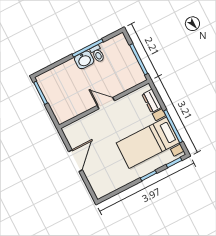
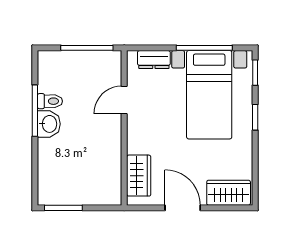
door: (106, 103) -> (124, 100), moved
wardrobe: (81, 126) -> (139, 176), added
wardrobe: (98, 183) -> (229, 193), added

